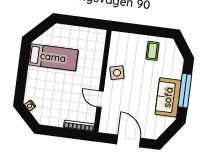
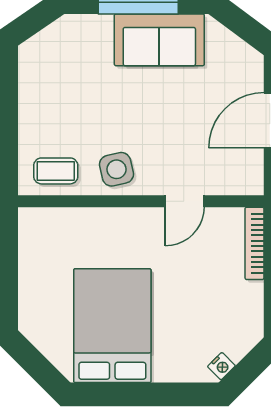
coffee table: (152, 51) -> (56, 171), moved
bed: (53, 57) -> (112, 326), width x1.50

